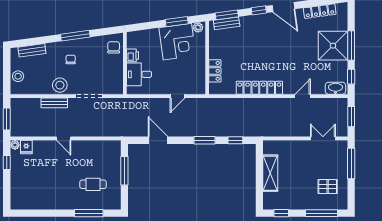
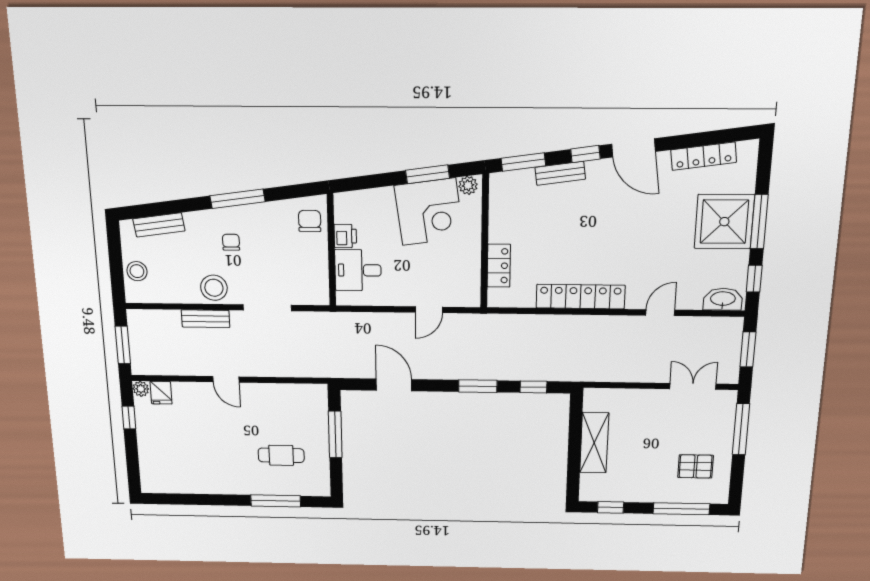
bench: (227, 23) -> (560, 173), moved

